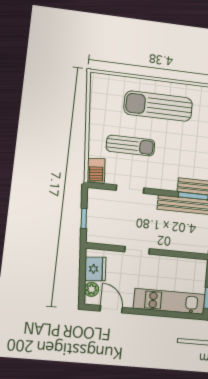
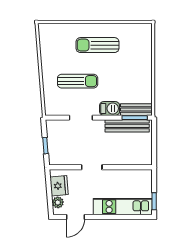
sun lounger: (158, 106) -> (97, 45), width x0.73, depth x0.75
barbecue: (96, 170) -> (110, 109), moved, turned -85
door: (111, 309) -> (75, 217), swing flipped

